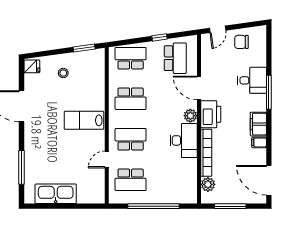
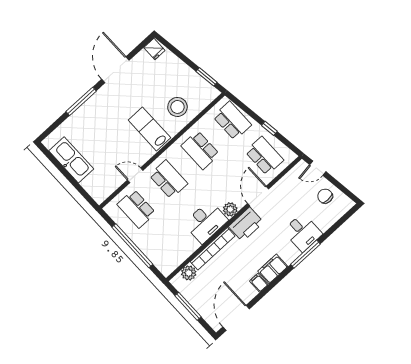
school desk: (175, 58) -> (264, 156), turned -90
stool: (63, 73) -> (177, 107), moved, width x1.89, depth x1.89
window: (22, 167) -> (81, 101), moved

